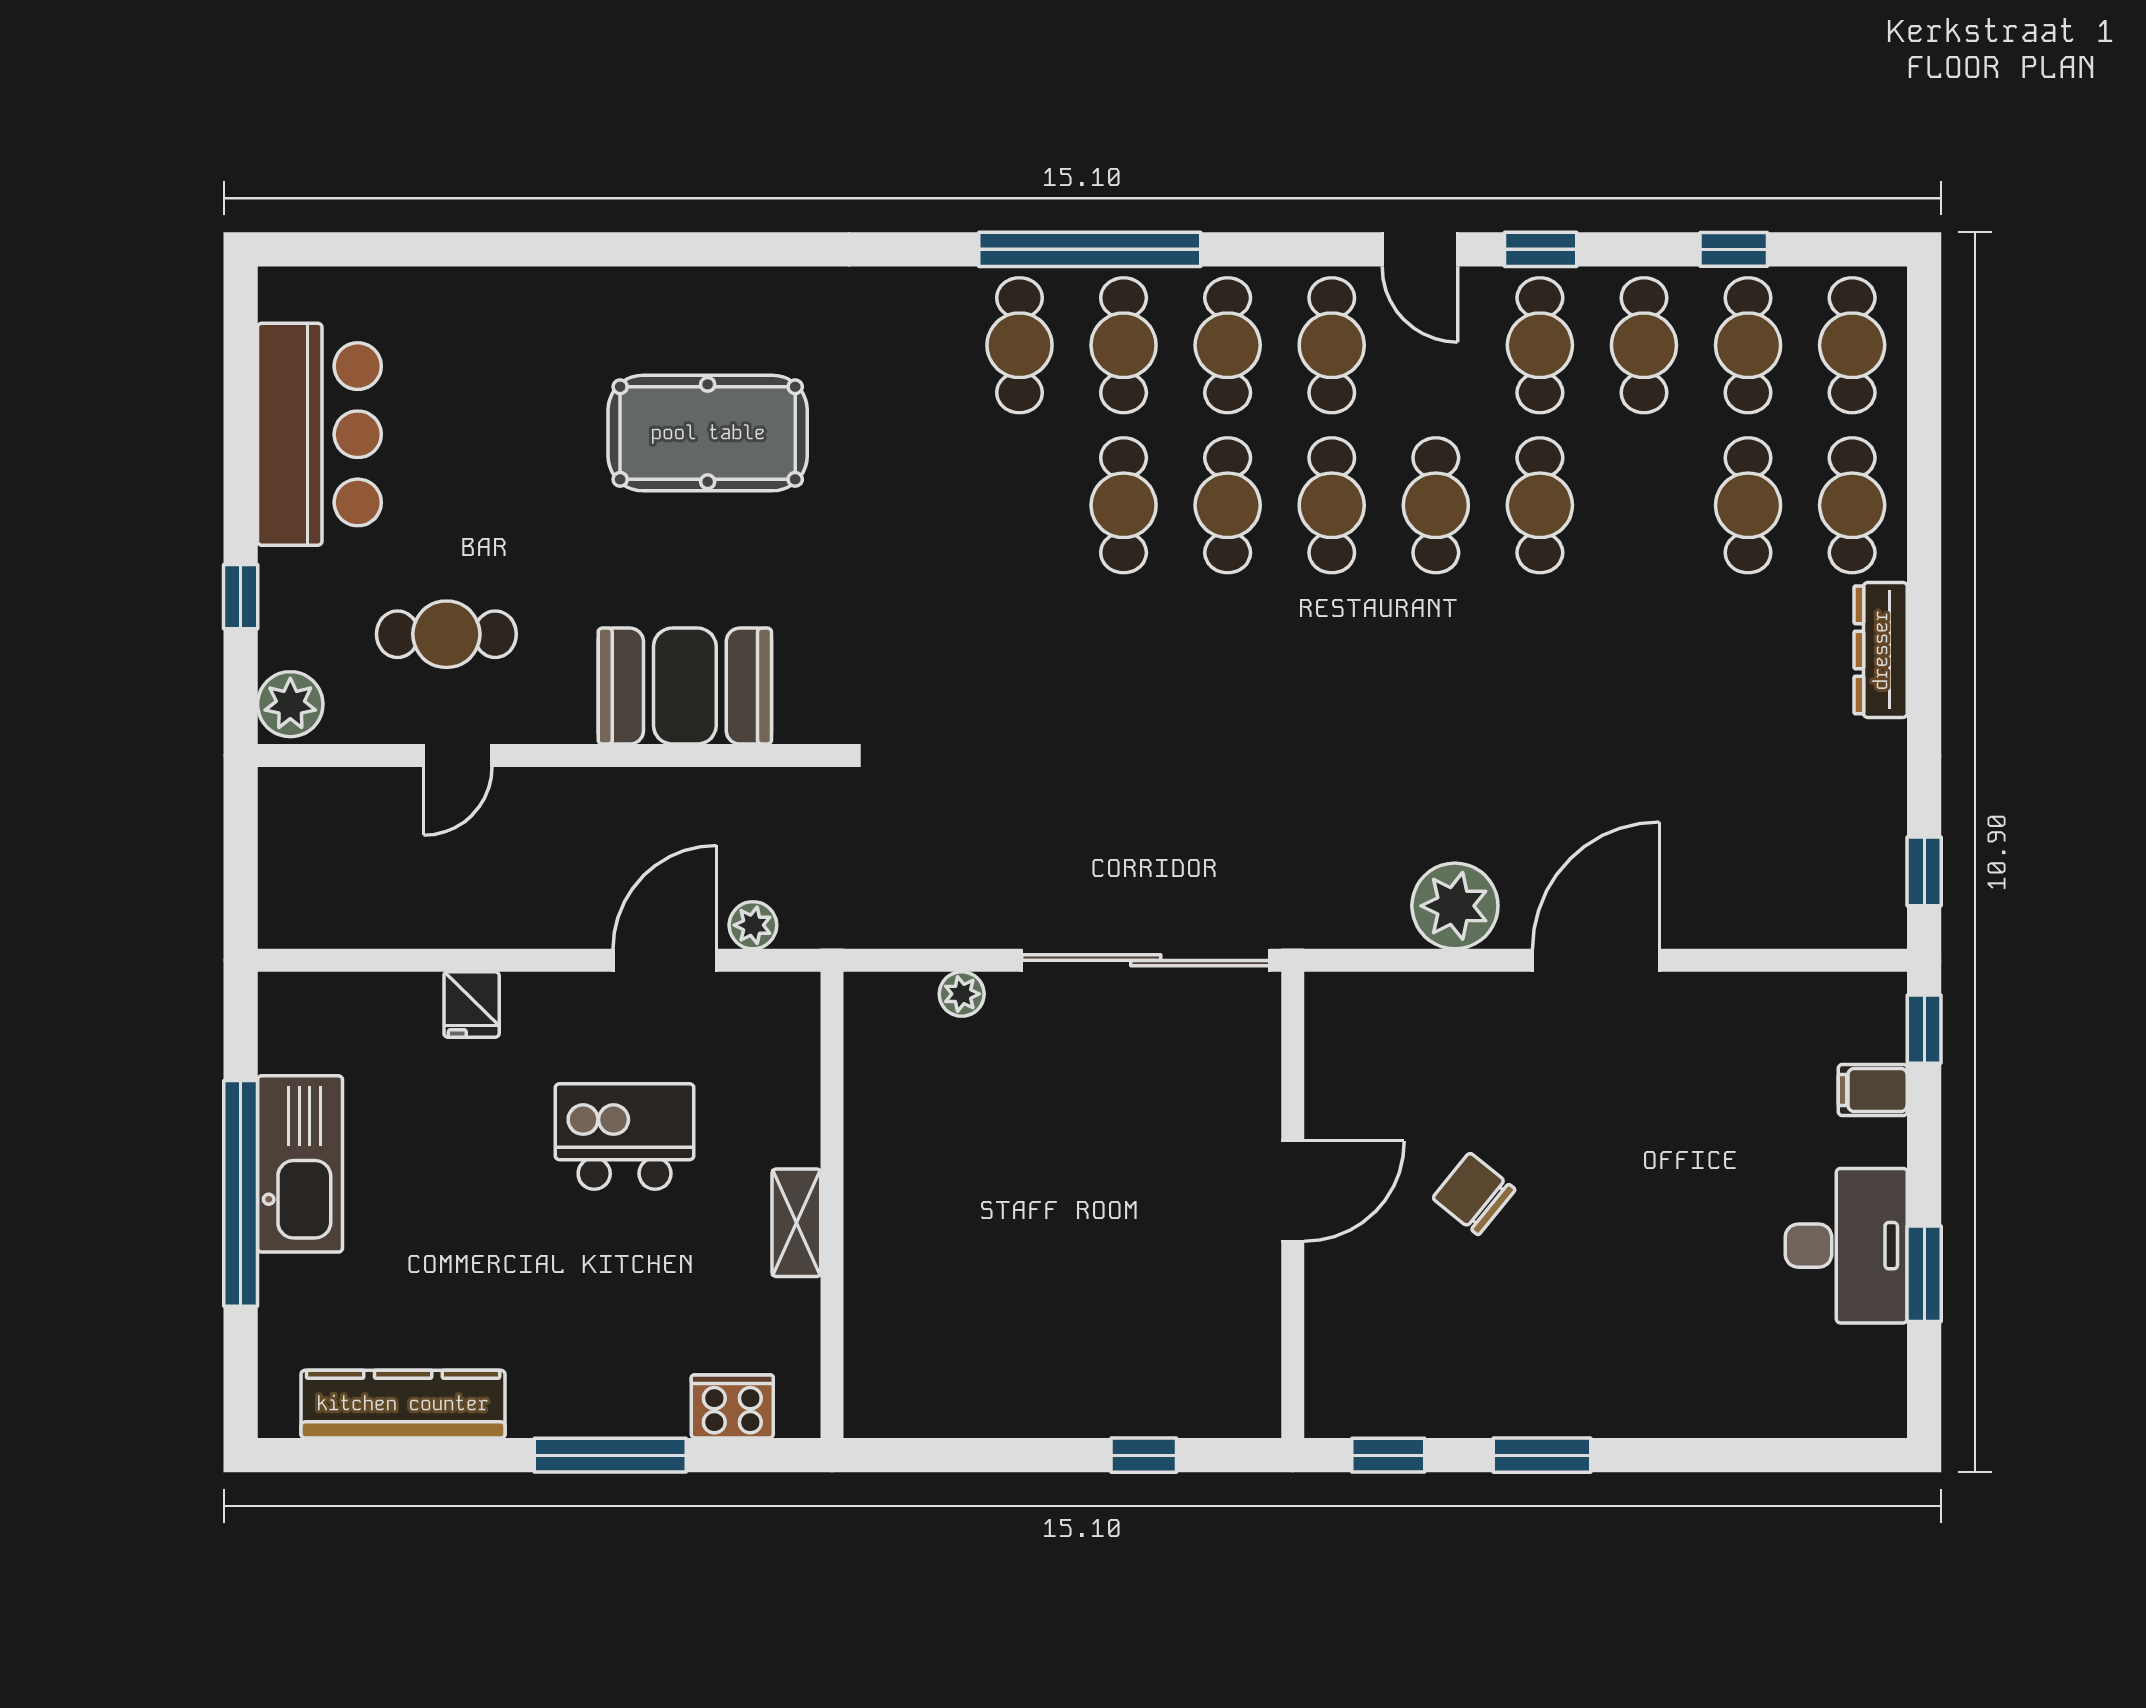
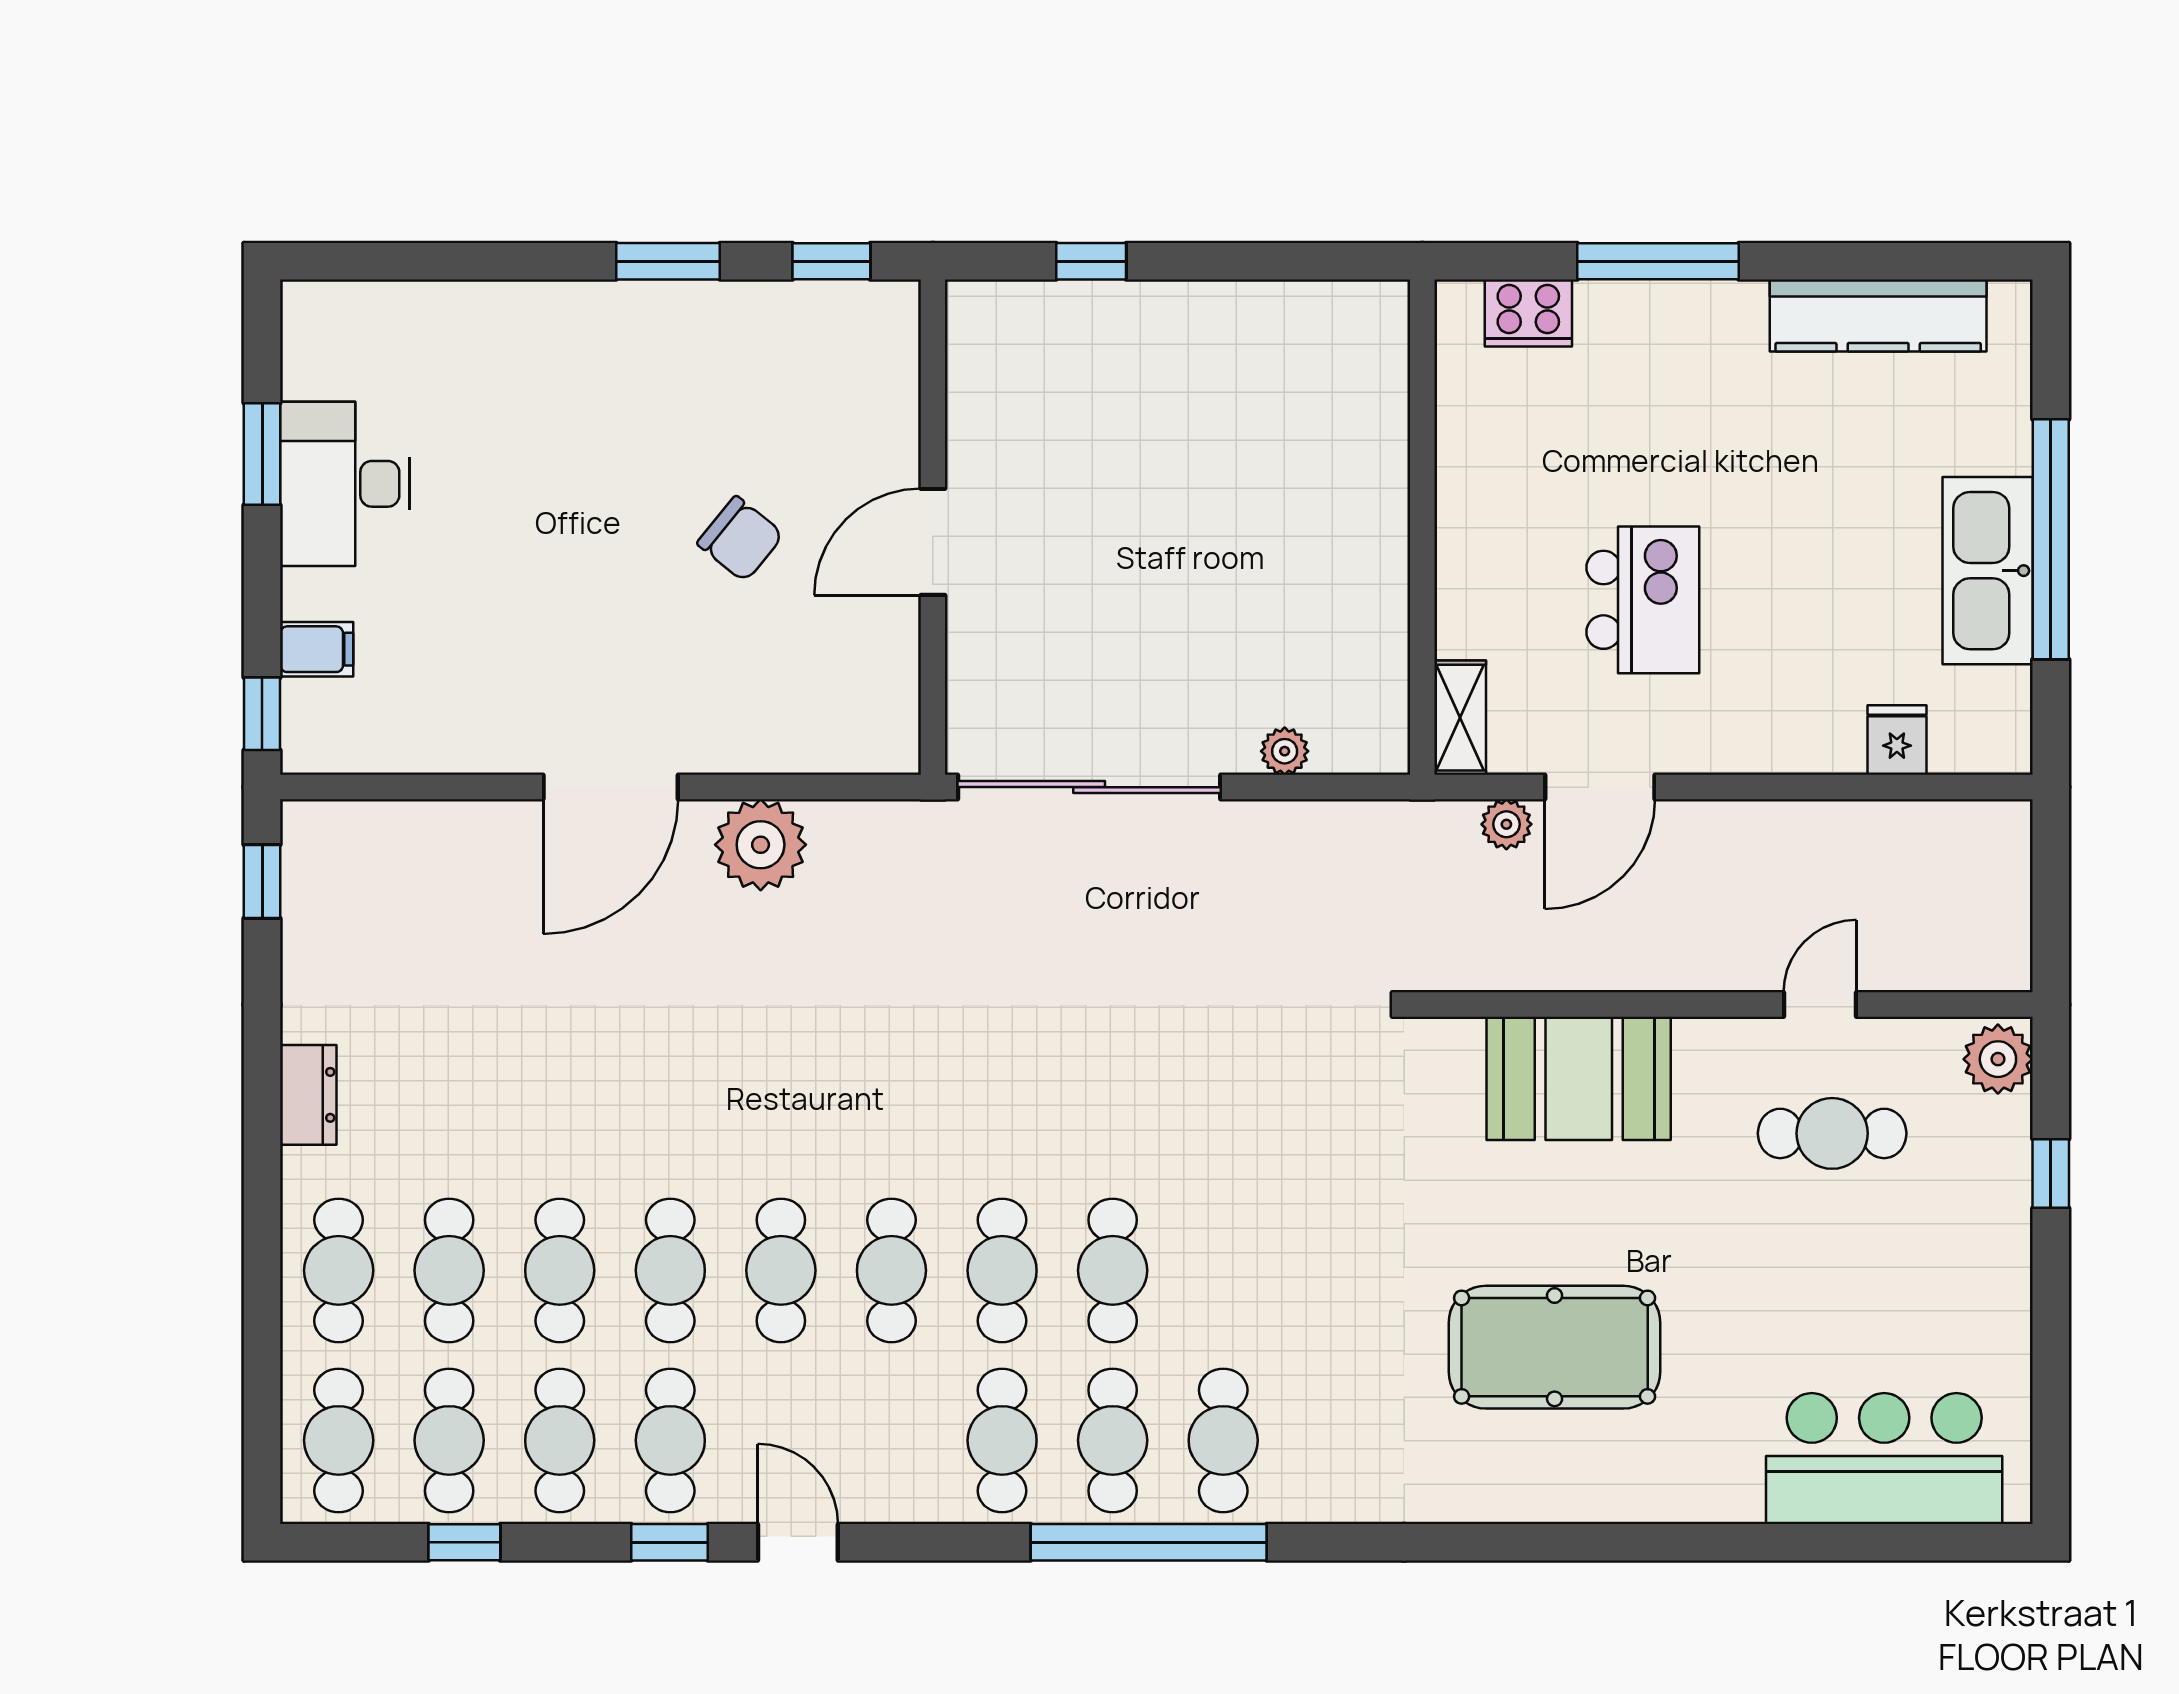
cafe table: (1332, 345) -> (560, 1270), moved
bar counter: (319, 434) -> (1884, 1459), moved, turned 90
dresser: (1881, 650) -> (308, 1095), width x0.70
fridge: (472, 1005) -> (1897, 740), moved
kitchen island: (625, 1136) -> (1643, 600), turned -90
shelving: (796, 1223) -> (1460, 718), moved

